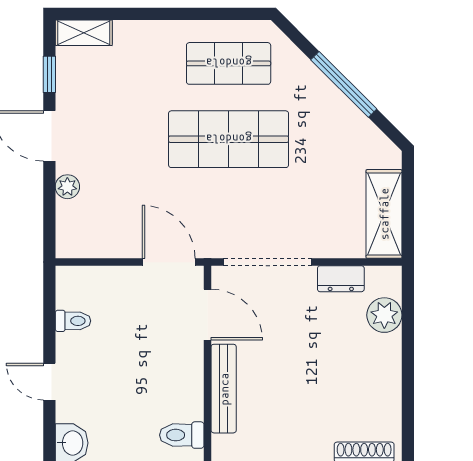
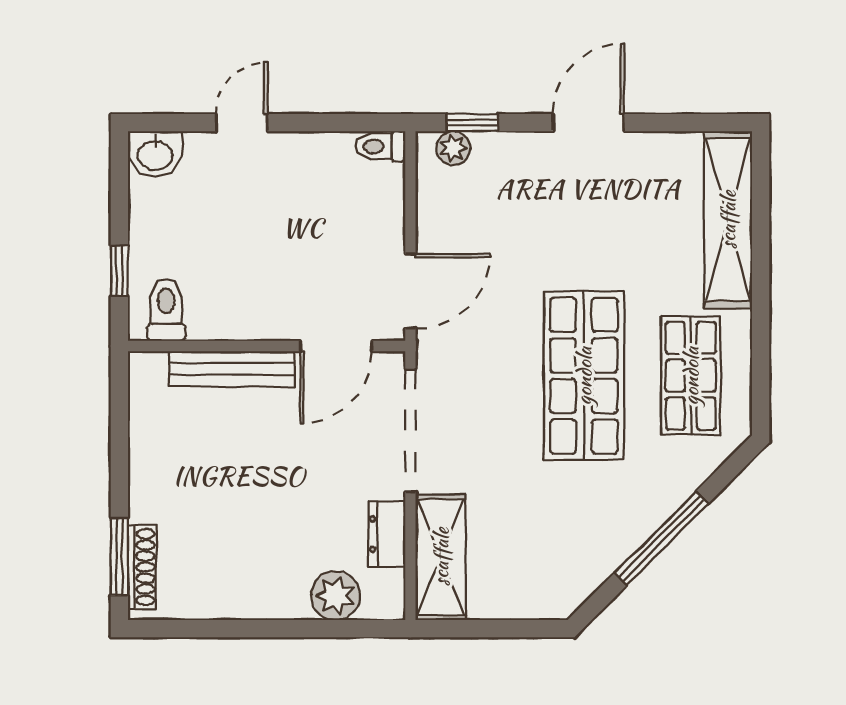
shelving: (84, 33) -> (728, 220), width x2.20, depth x1.33
window: (49, 74) -> (472, 123), moved
plant: (67, 187) -> (453, 148), moved
shelving: (384, 214) -> (441, 557), moved, turned 90
toilet: (73, 321) -> (380, 146), moved, turned 90

